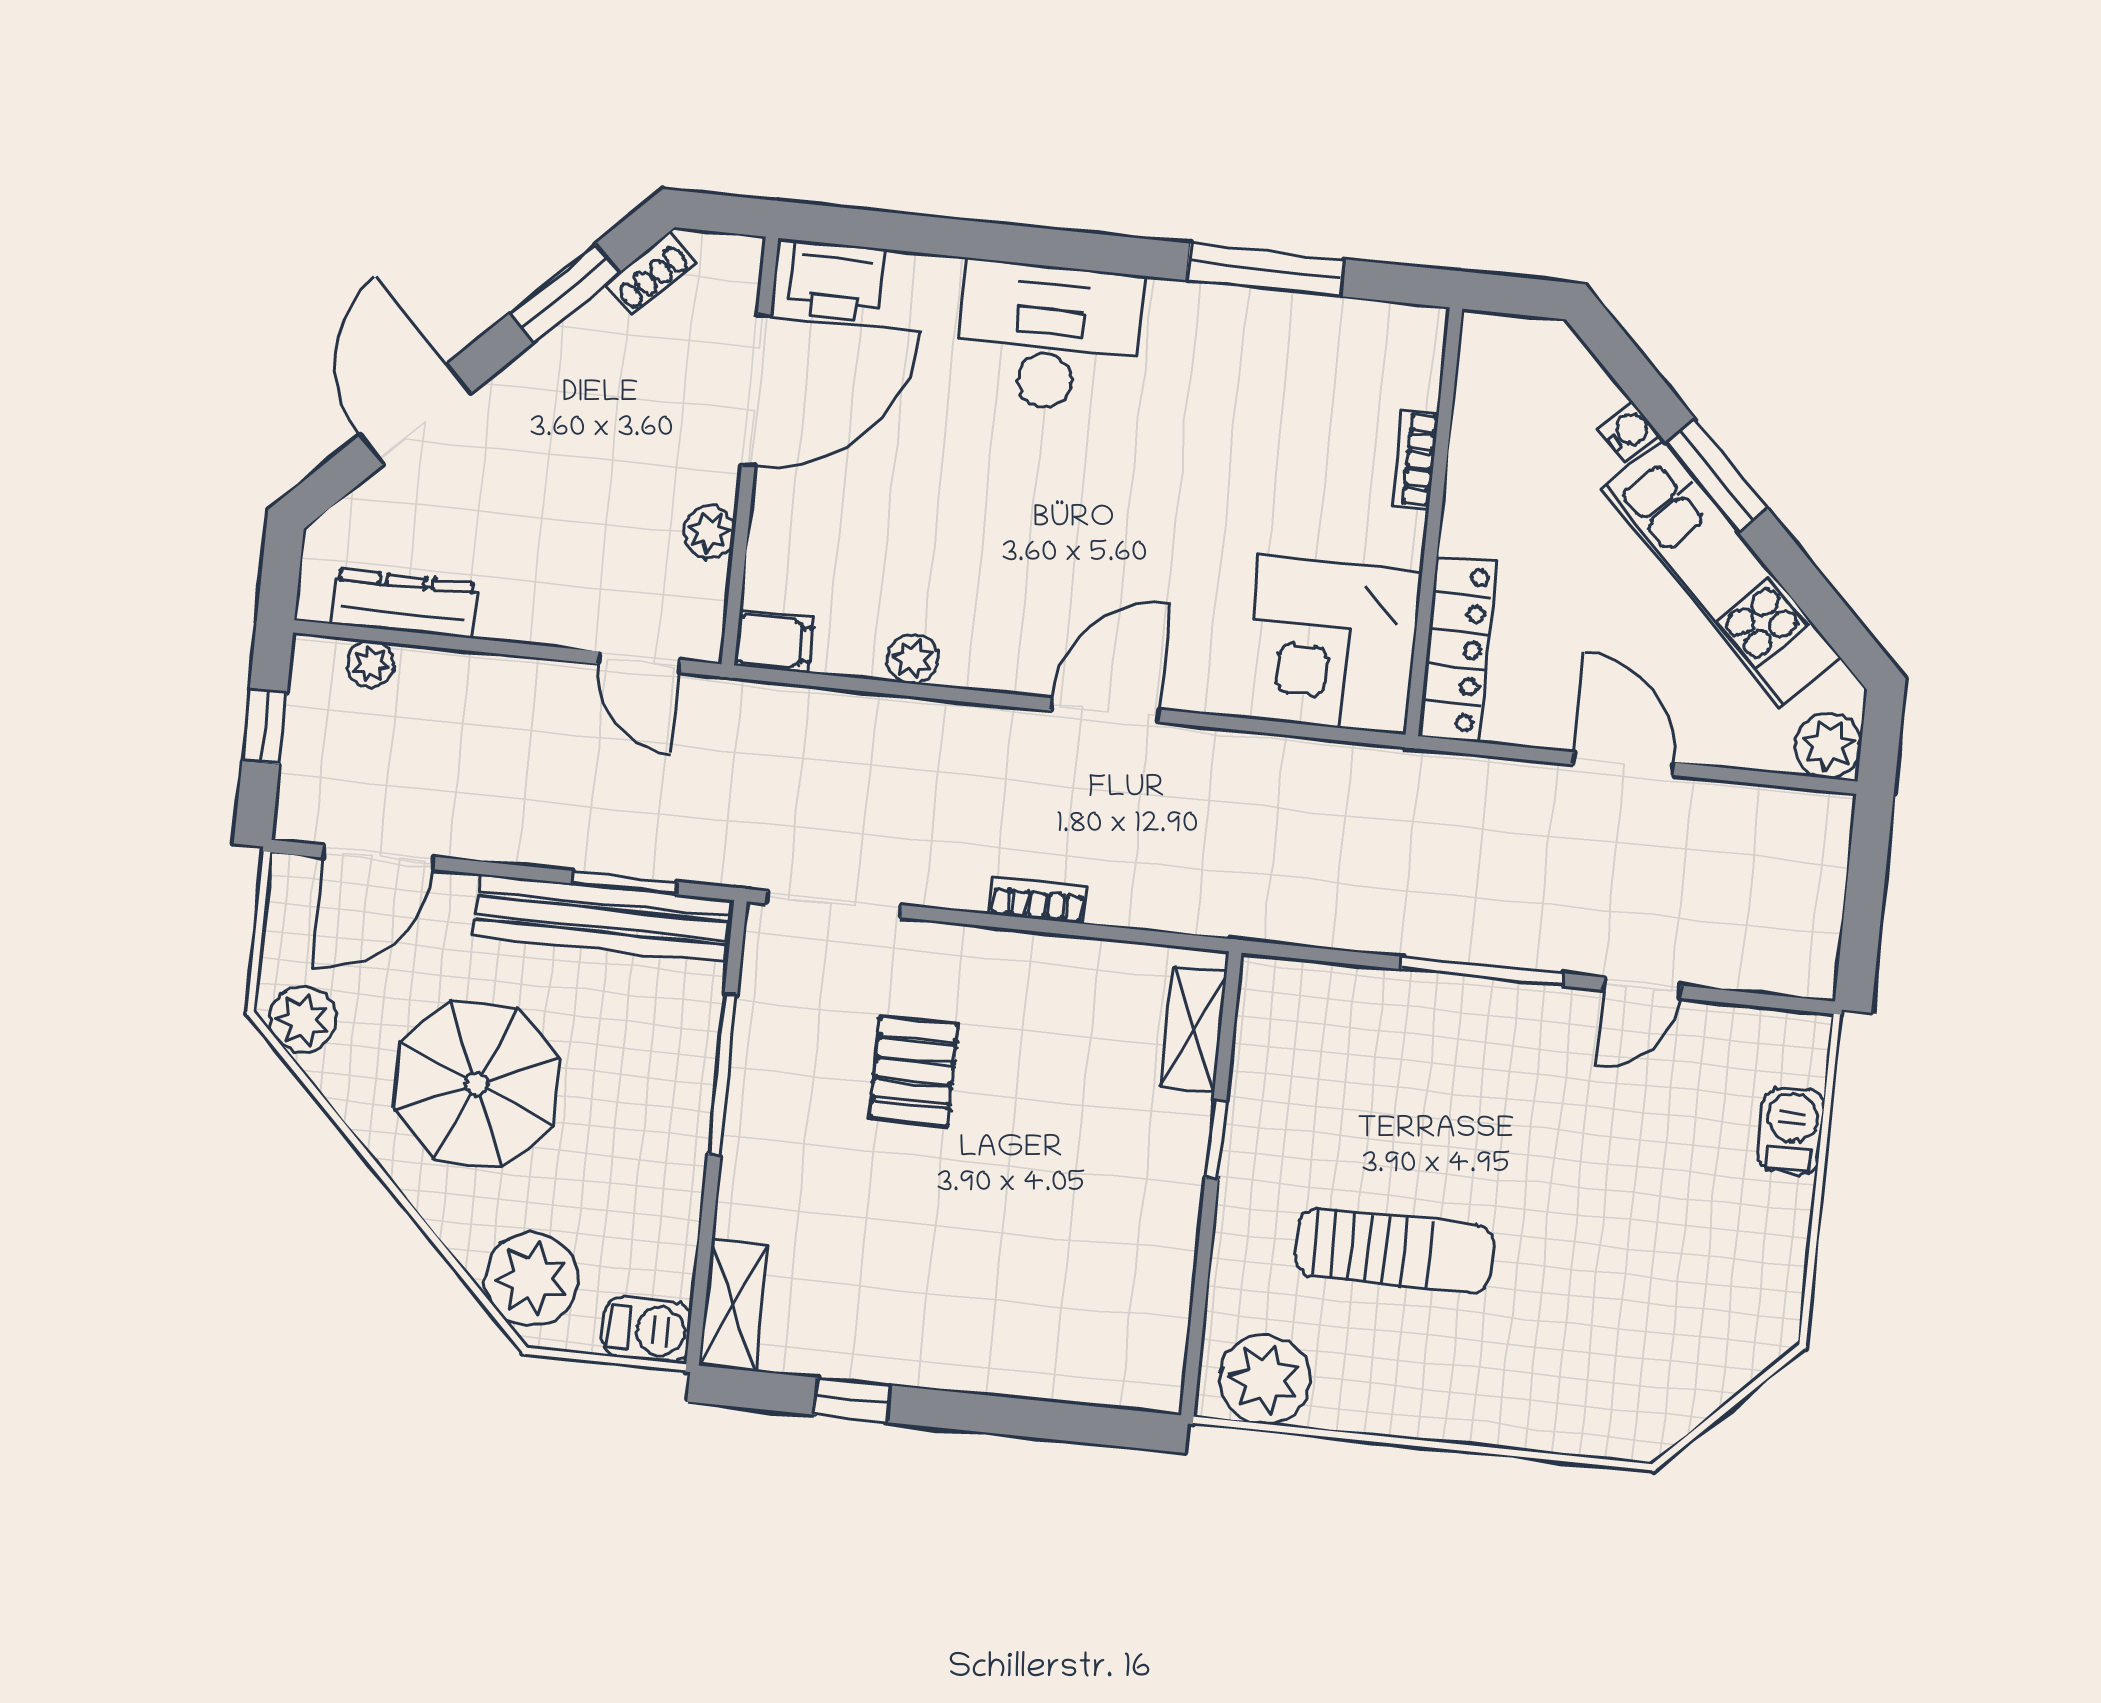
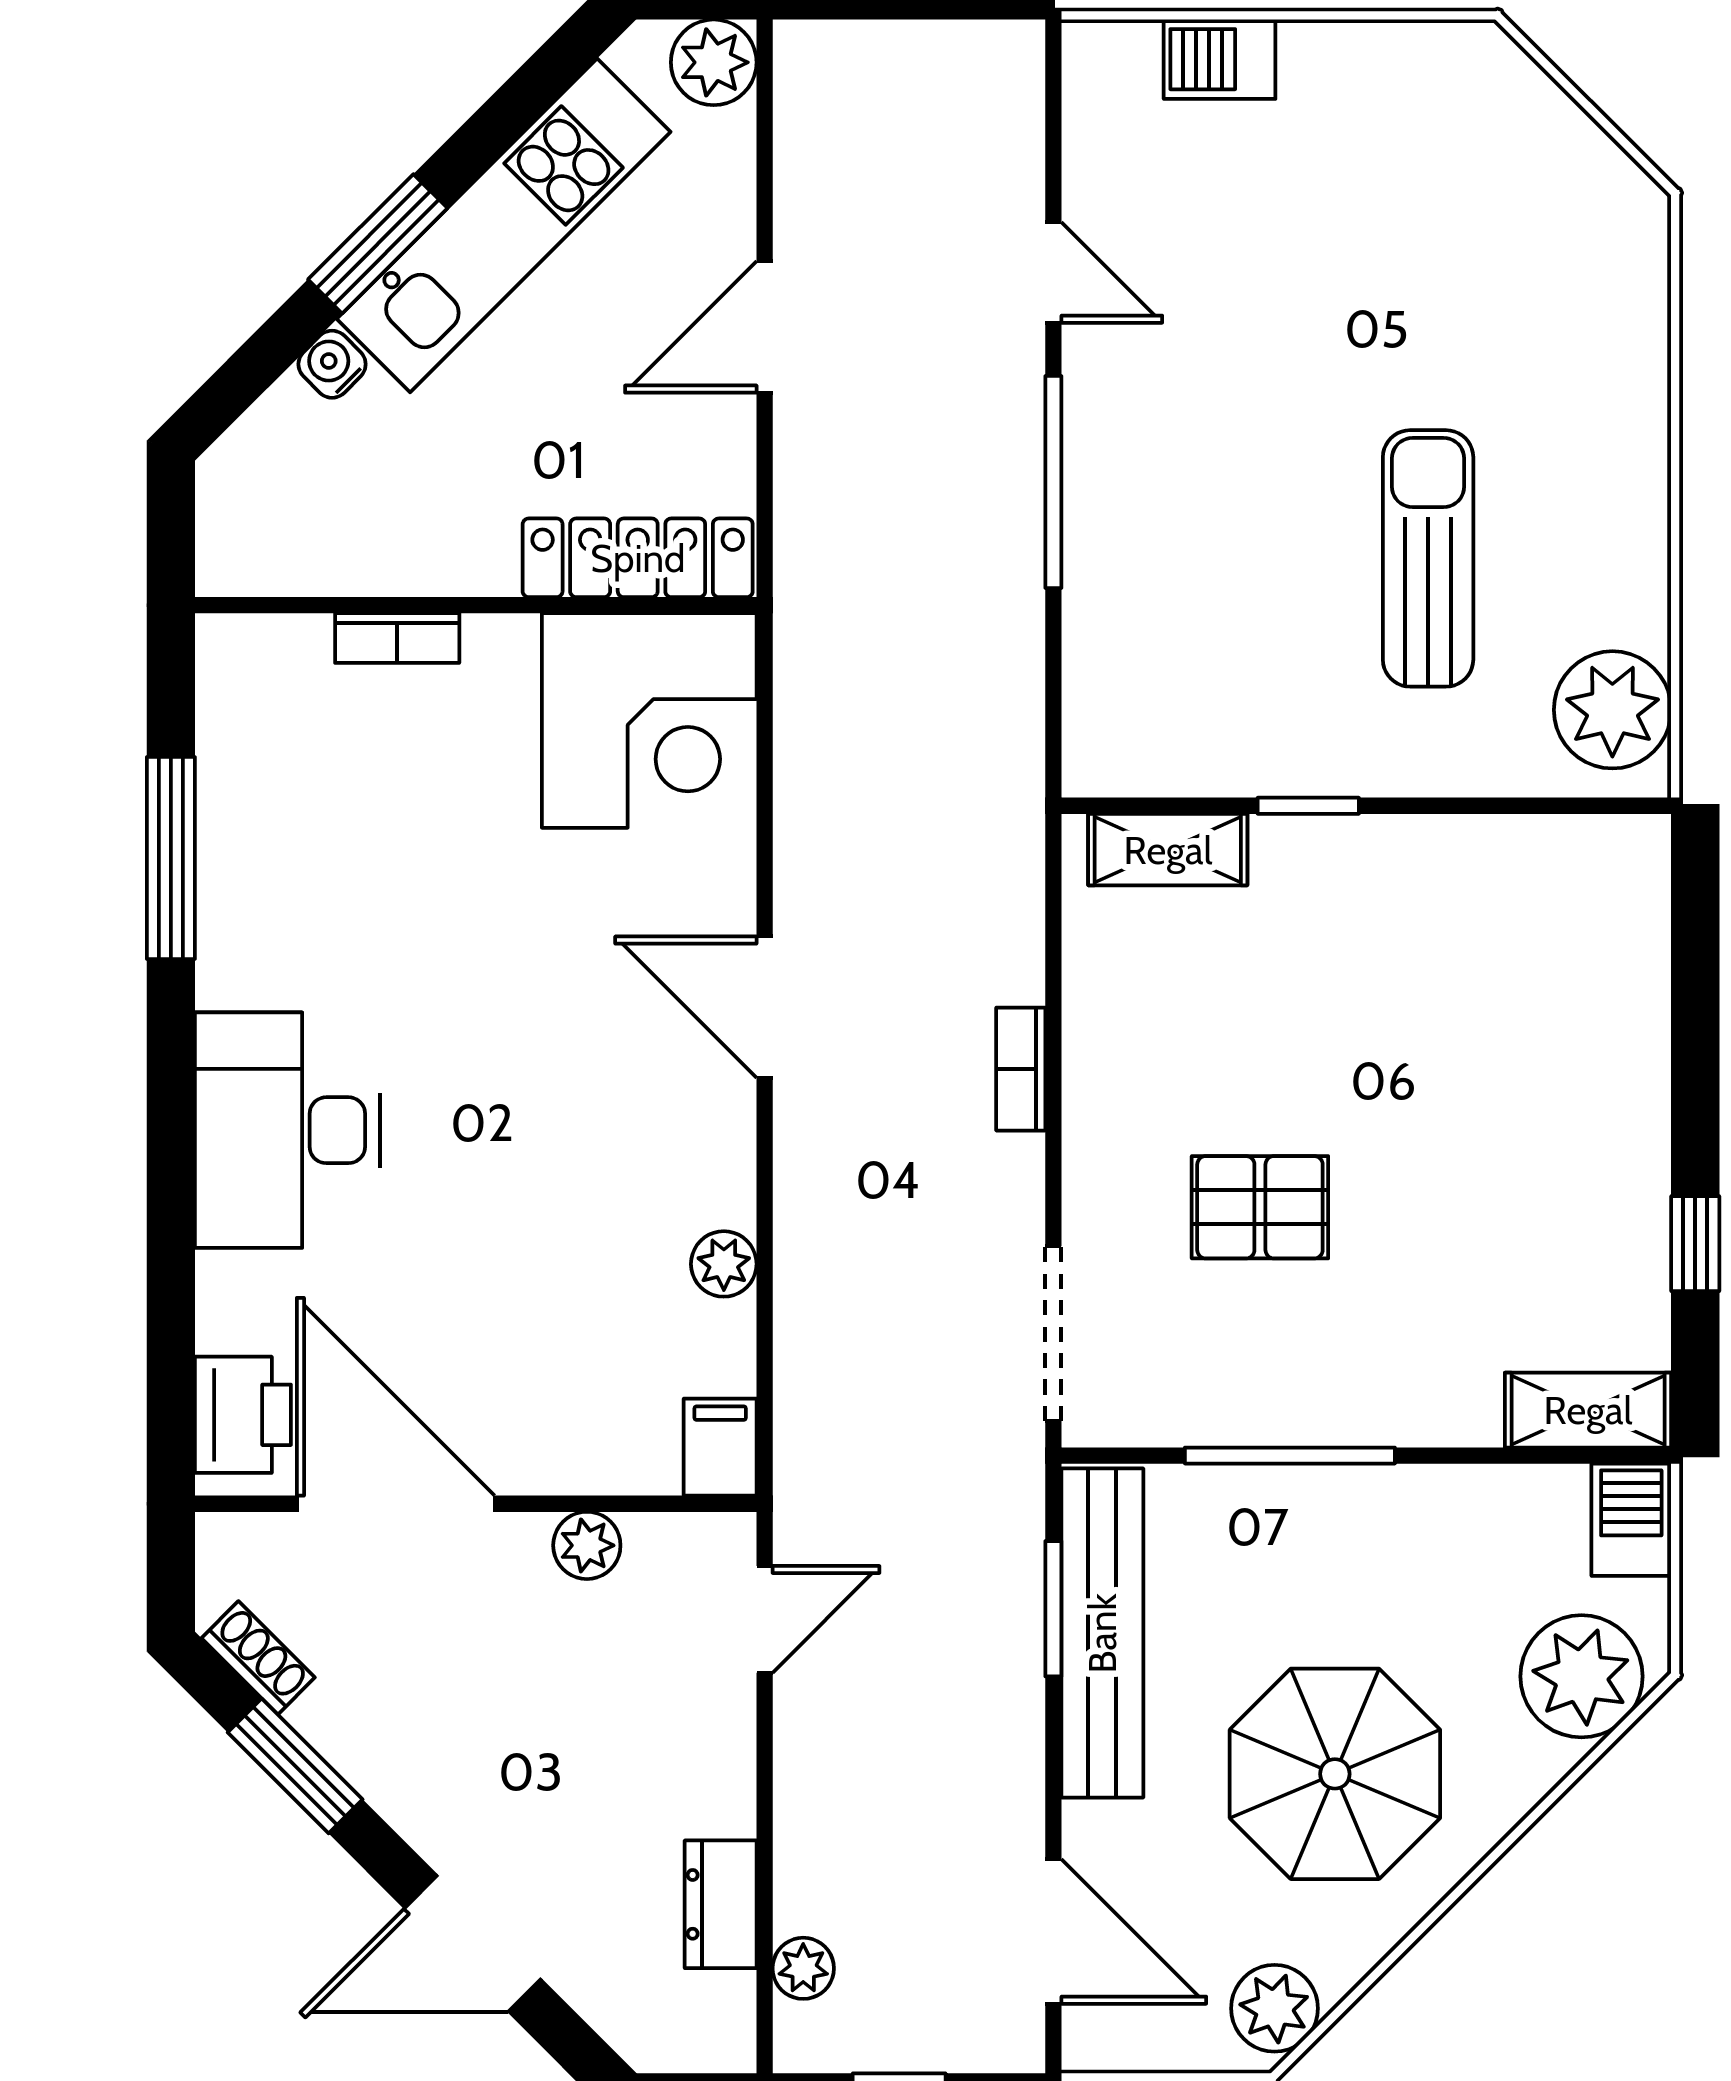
dresser: (404, 604) -> (721, 1904), width x0.70

